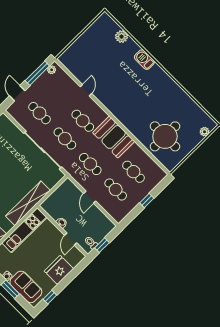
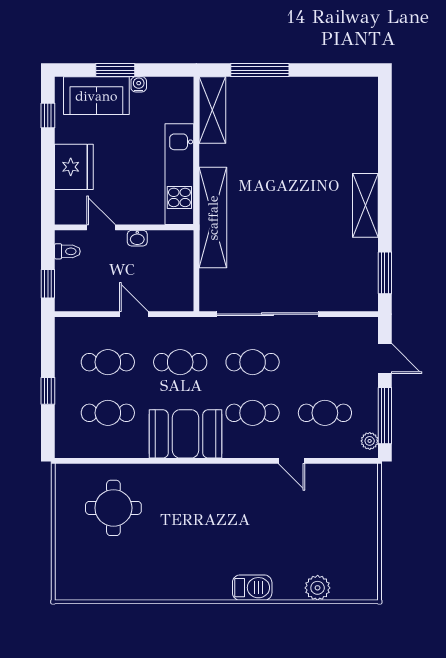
cafe table: (40, 113) -> (325, 413), moved
plant: (205, 132) -> (64, 571), removed
round table: (165, 136) -> (113, 508), width x0.73, depth x0.73
window: (102, 245) -> (48, 284), moved

